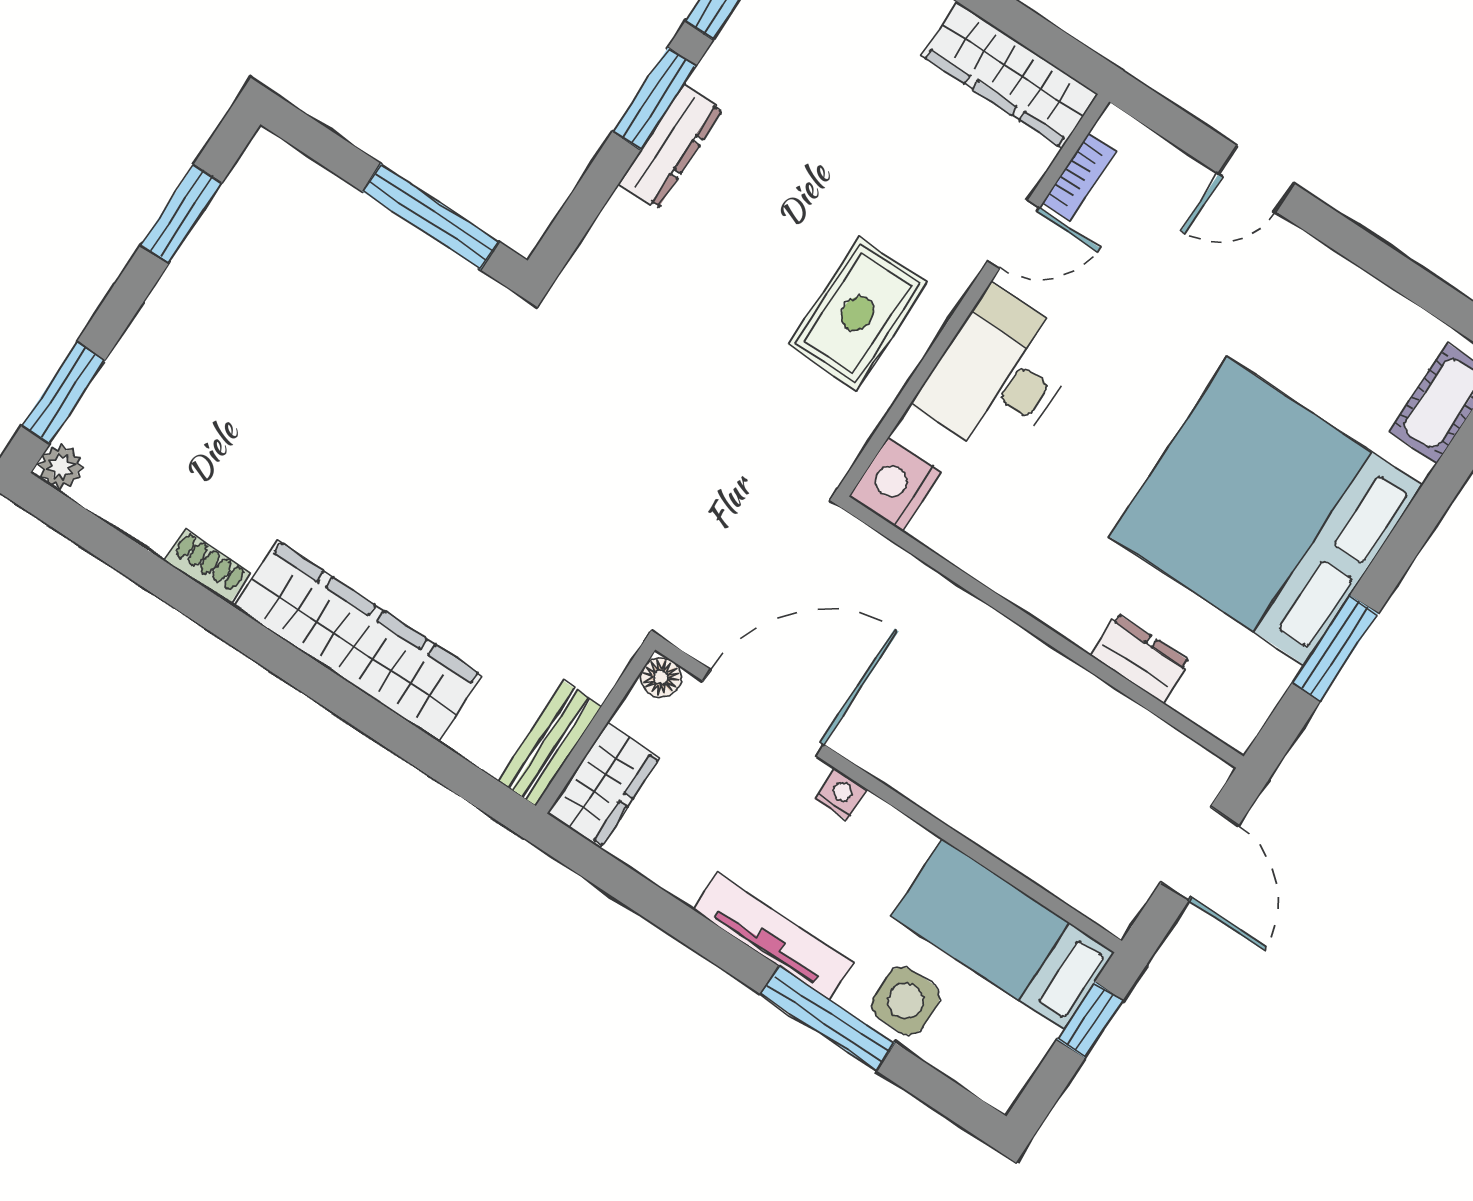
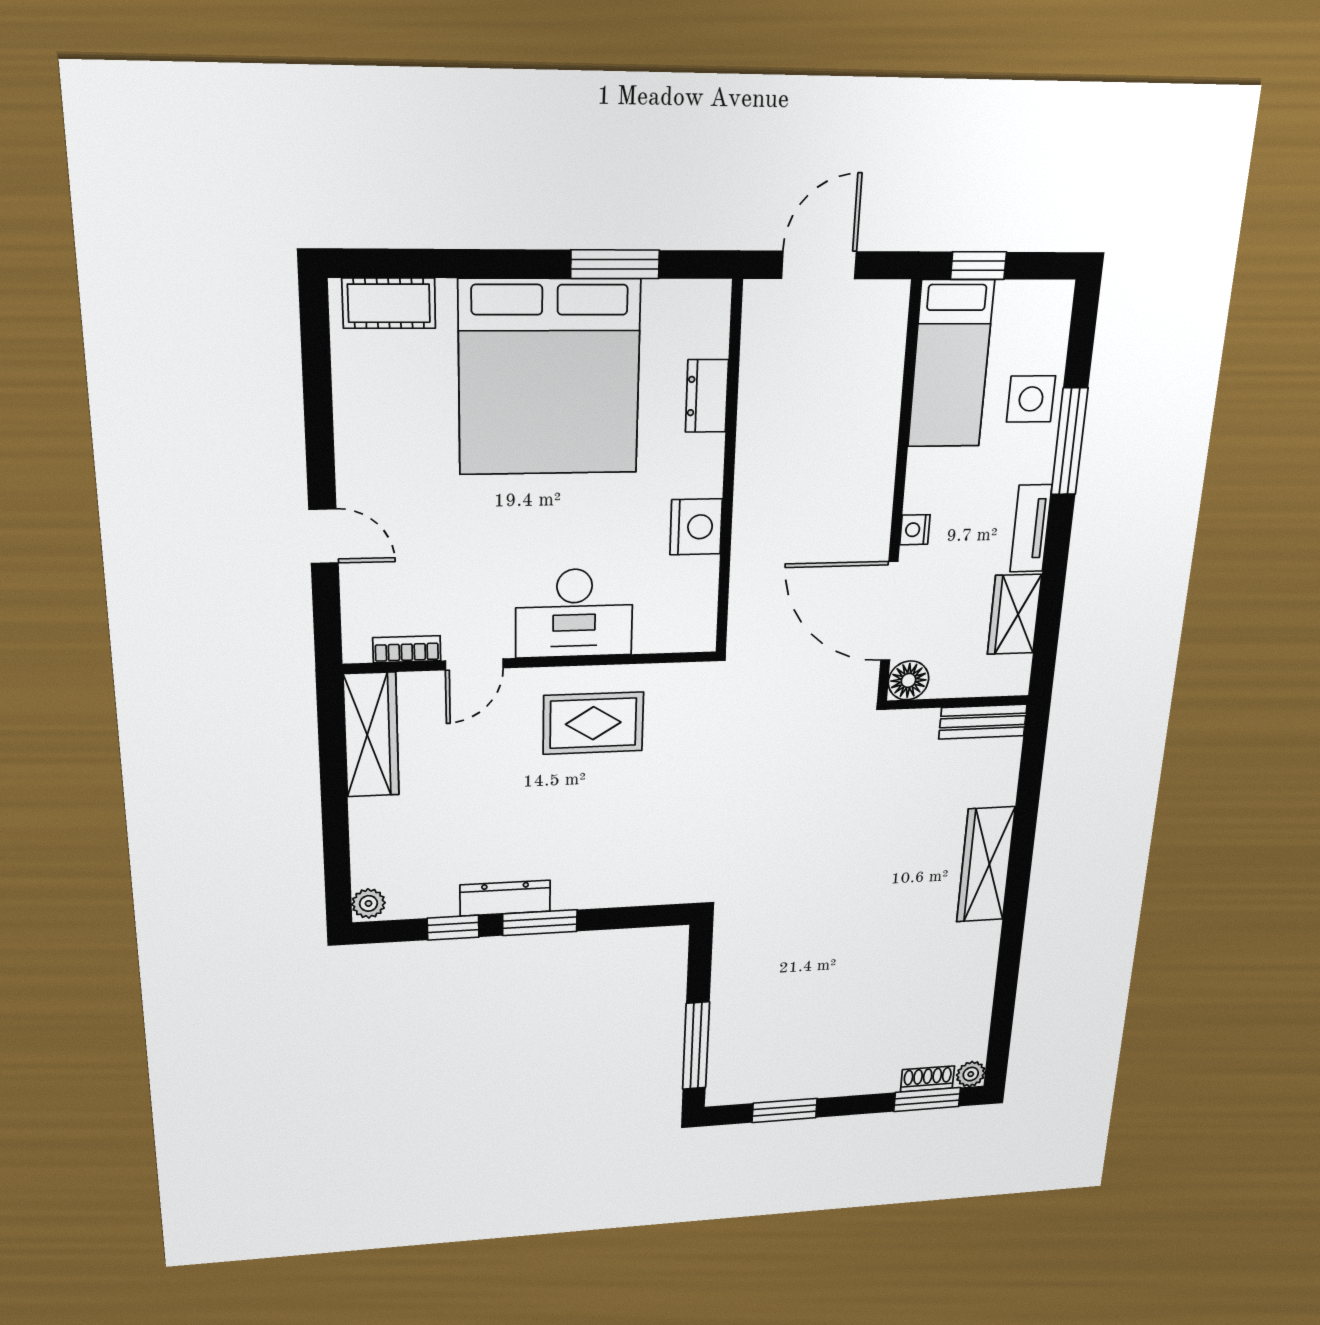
dresser: (671, 146) -> (505, 898), moved
window: (431, 217) -> (696, 1046), moved
door: (1014, 234) -> (474, 664), swing flipped
nightstand: (895, 484) -> (696, 527), moved, turned -90
shoe rack: (207, 566) -> (927, 1079), moved, turned 90
wardrobe: (358, 641) -> (986, 865), width x0.71, depth x0.85
floor lamp: (661, 677) -> (908, 680), width x1.37, depth x1.37
wardrobe: (604, 785) -> (1014, 614), moved, turned -90
tv unit: (774, 936) -> (1031, 528), width x0.71

